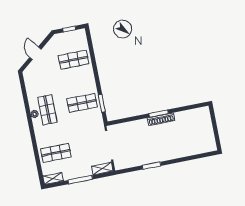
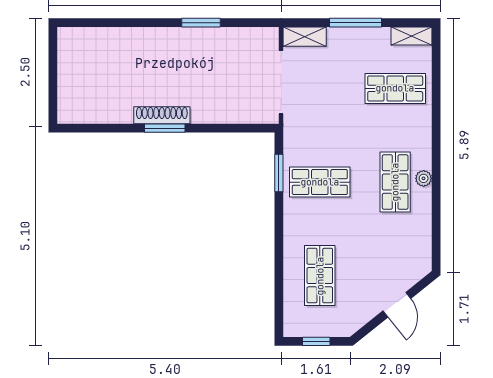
shop shelf: (74, 60) -> (320, 276), turned 90

